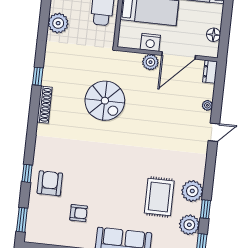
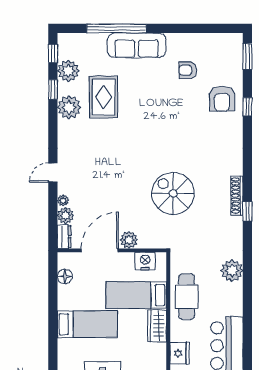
nightstand: (150, 42) -> (145, 261), moved
plant: (207, 91) -> (66, 215), added
shoe rack: (45, 105) -> (237, 196), moved

